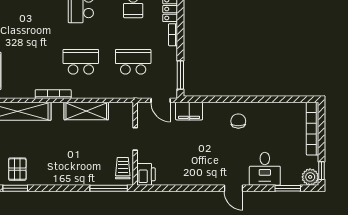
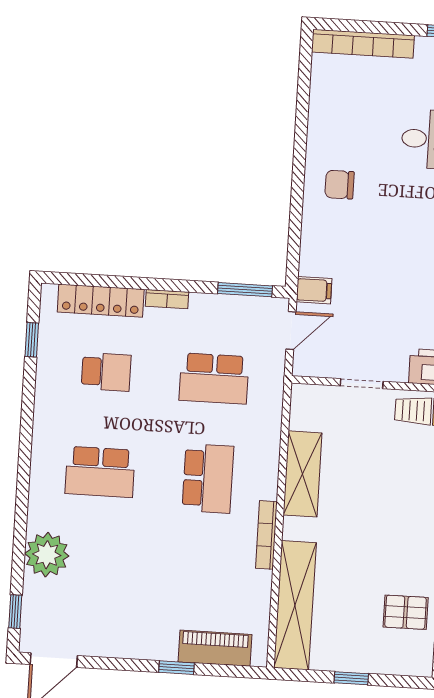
school desk: (81, 62) -> (208, 478), turned 180
school desk: (133, 62) -> (214, 379), turned -90
filing cabinet: (189, 111) -> (314, 290), width x0.50

